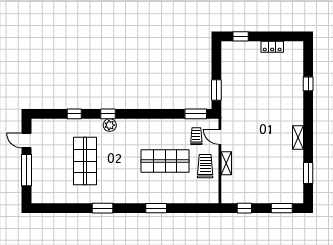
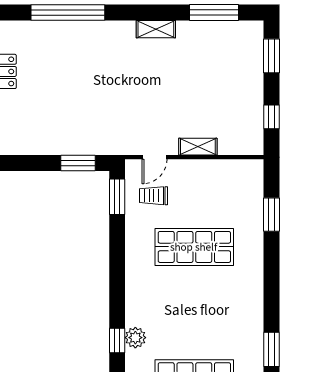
window: (308, 84) -> (68, 12), width x3.17
shop shelf: (165, 161) -> (194, 247), turned 90
trolley: (205, 166) -> (203, 181), removed
window: (308, 173) -> (214, 12), width x1.44
window: (156, 208) -> (272, 215), moved

